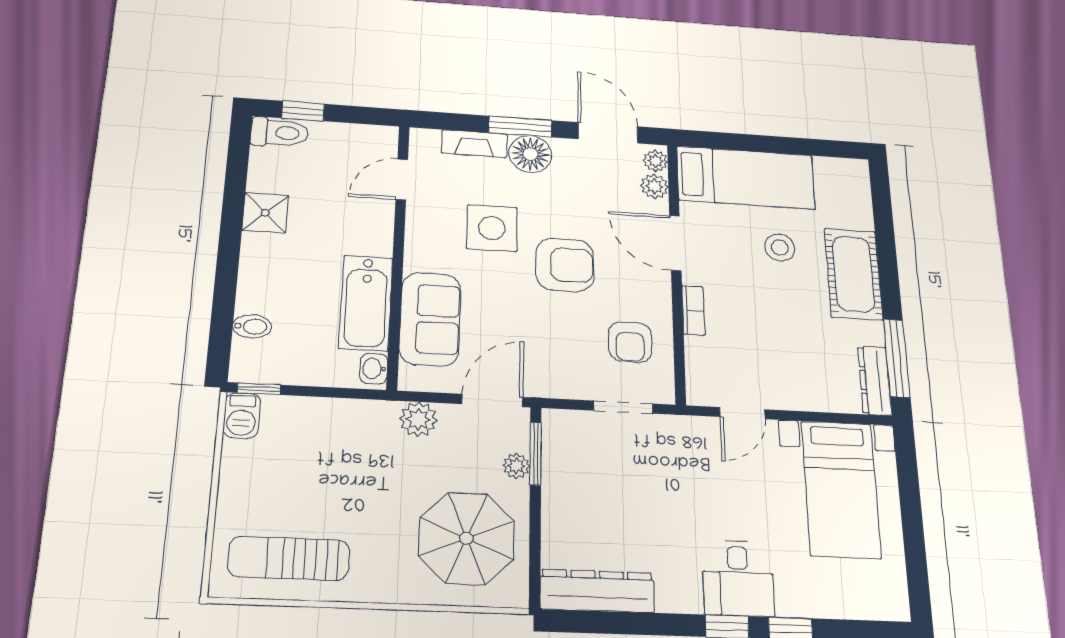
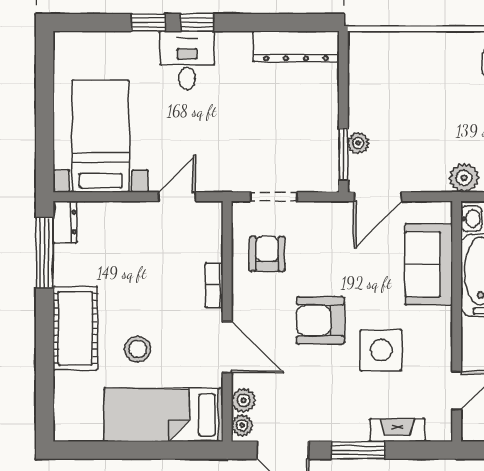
floor lamp: (530, 154) -> (350, 424), removed
dresser: (875, 381) -> (65, 222), width x0.70
plant: (418, 419) -> (464, 178), moved
parasol: (466, 538) -> (395, 83), removed

